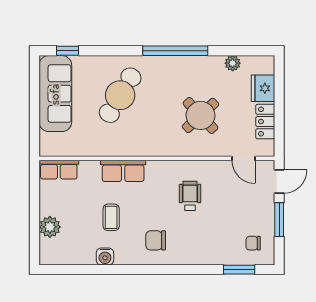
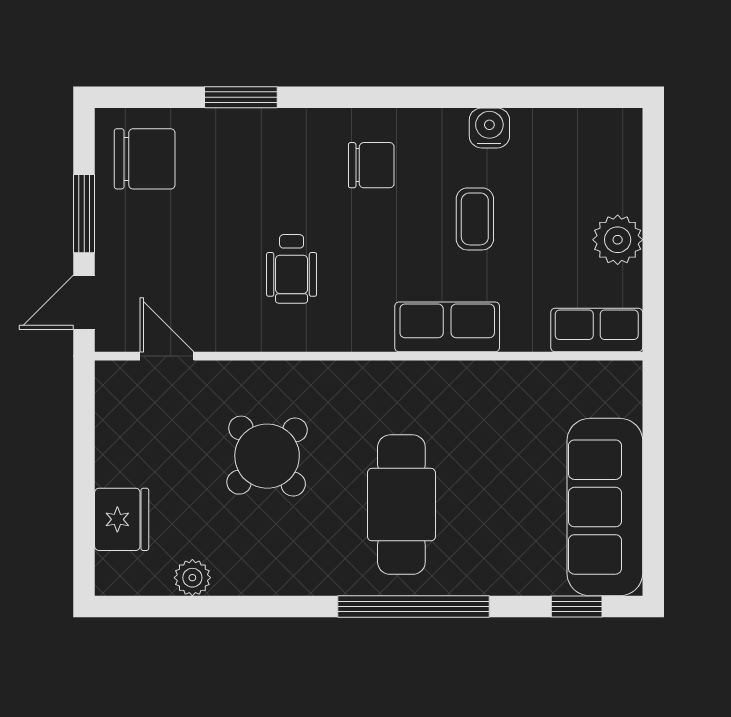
window: (175, 51) -> (414, 607), moved
cafe table: (120, 95) -> (401, 505), moved, turned -31
locker: (265, 122) -> (116, 442), removed
plant: (50, 227) -> (618, 240), moved
chair: (253, 243) -> (145, 159), width x1.87, depth x1.87
window: (239, 270) -> (241, 97), moved

